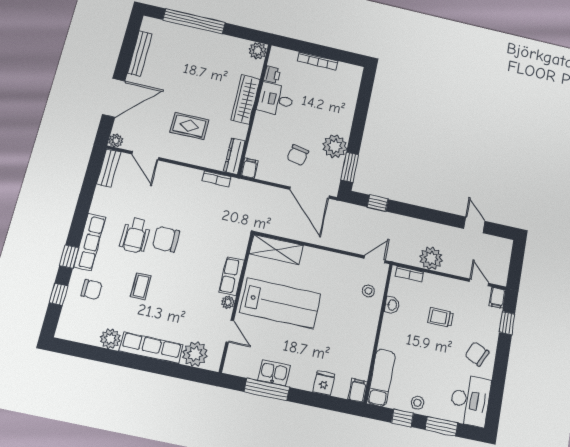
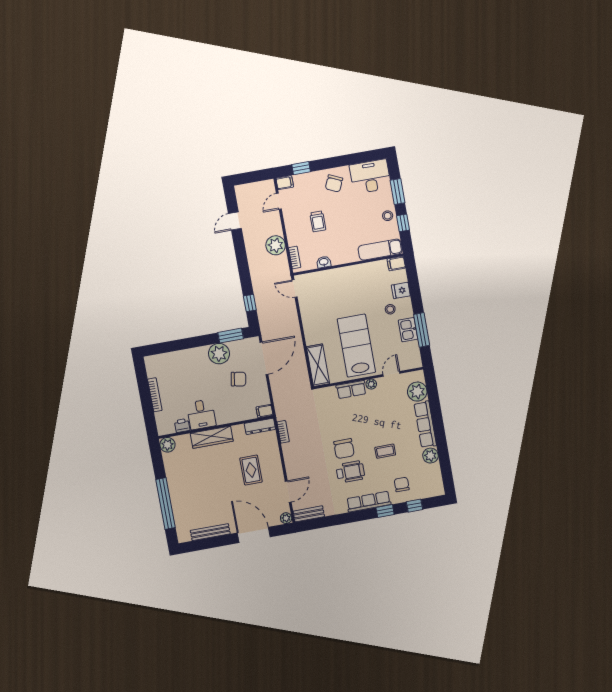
stool: (368, 291) -> (390, 309), moved

